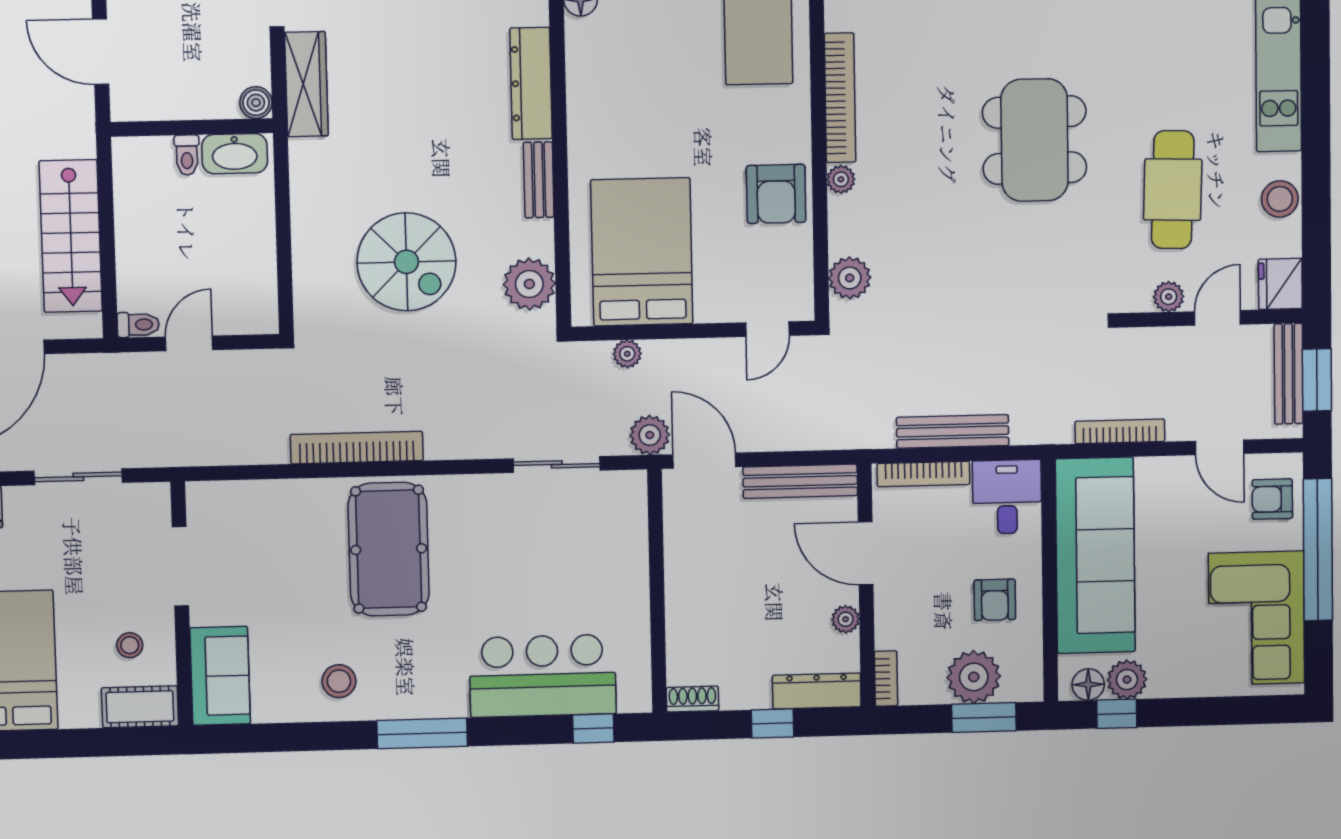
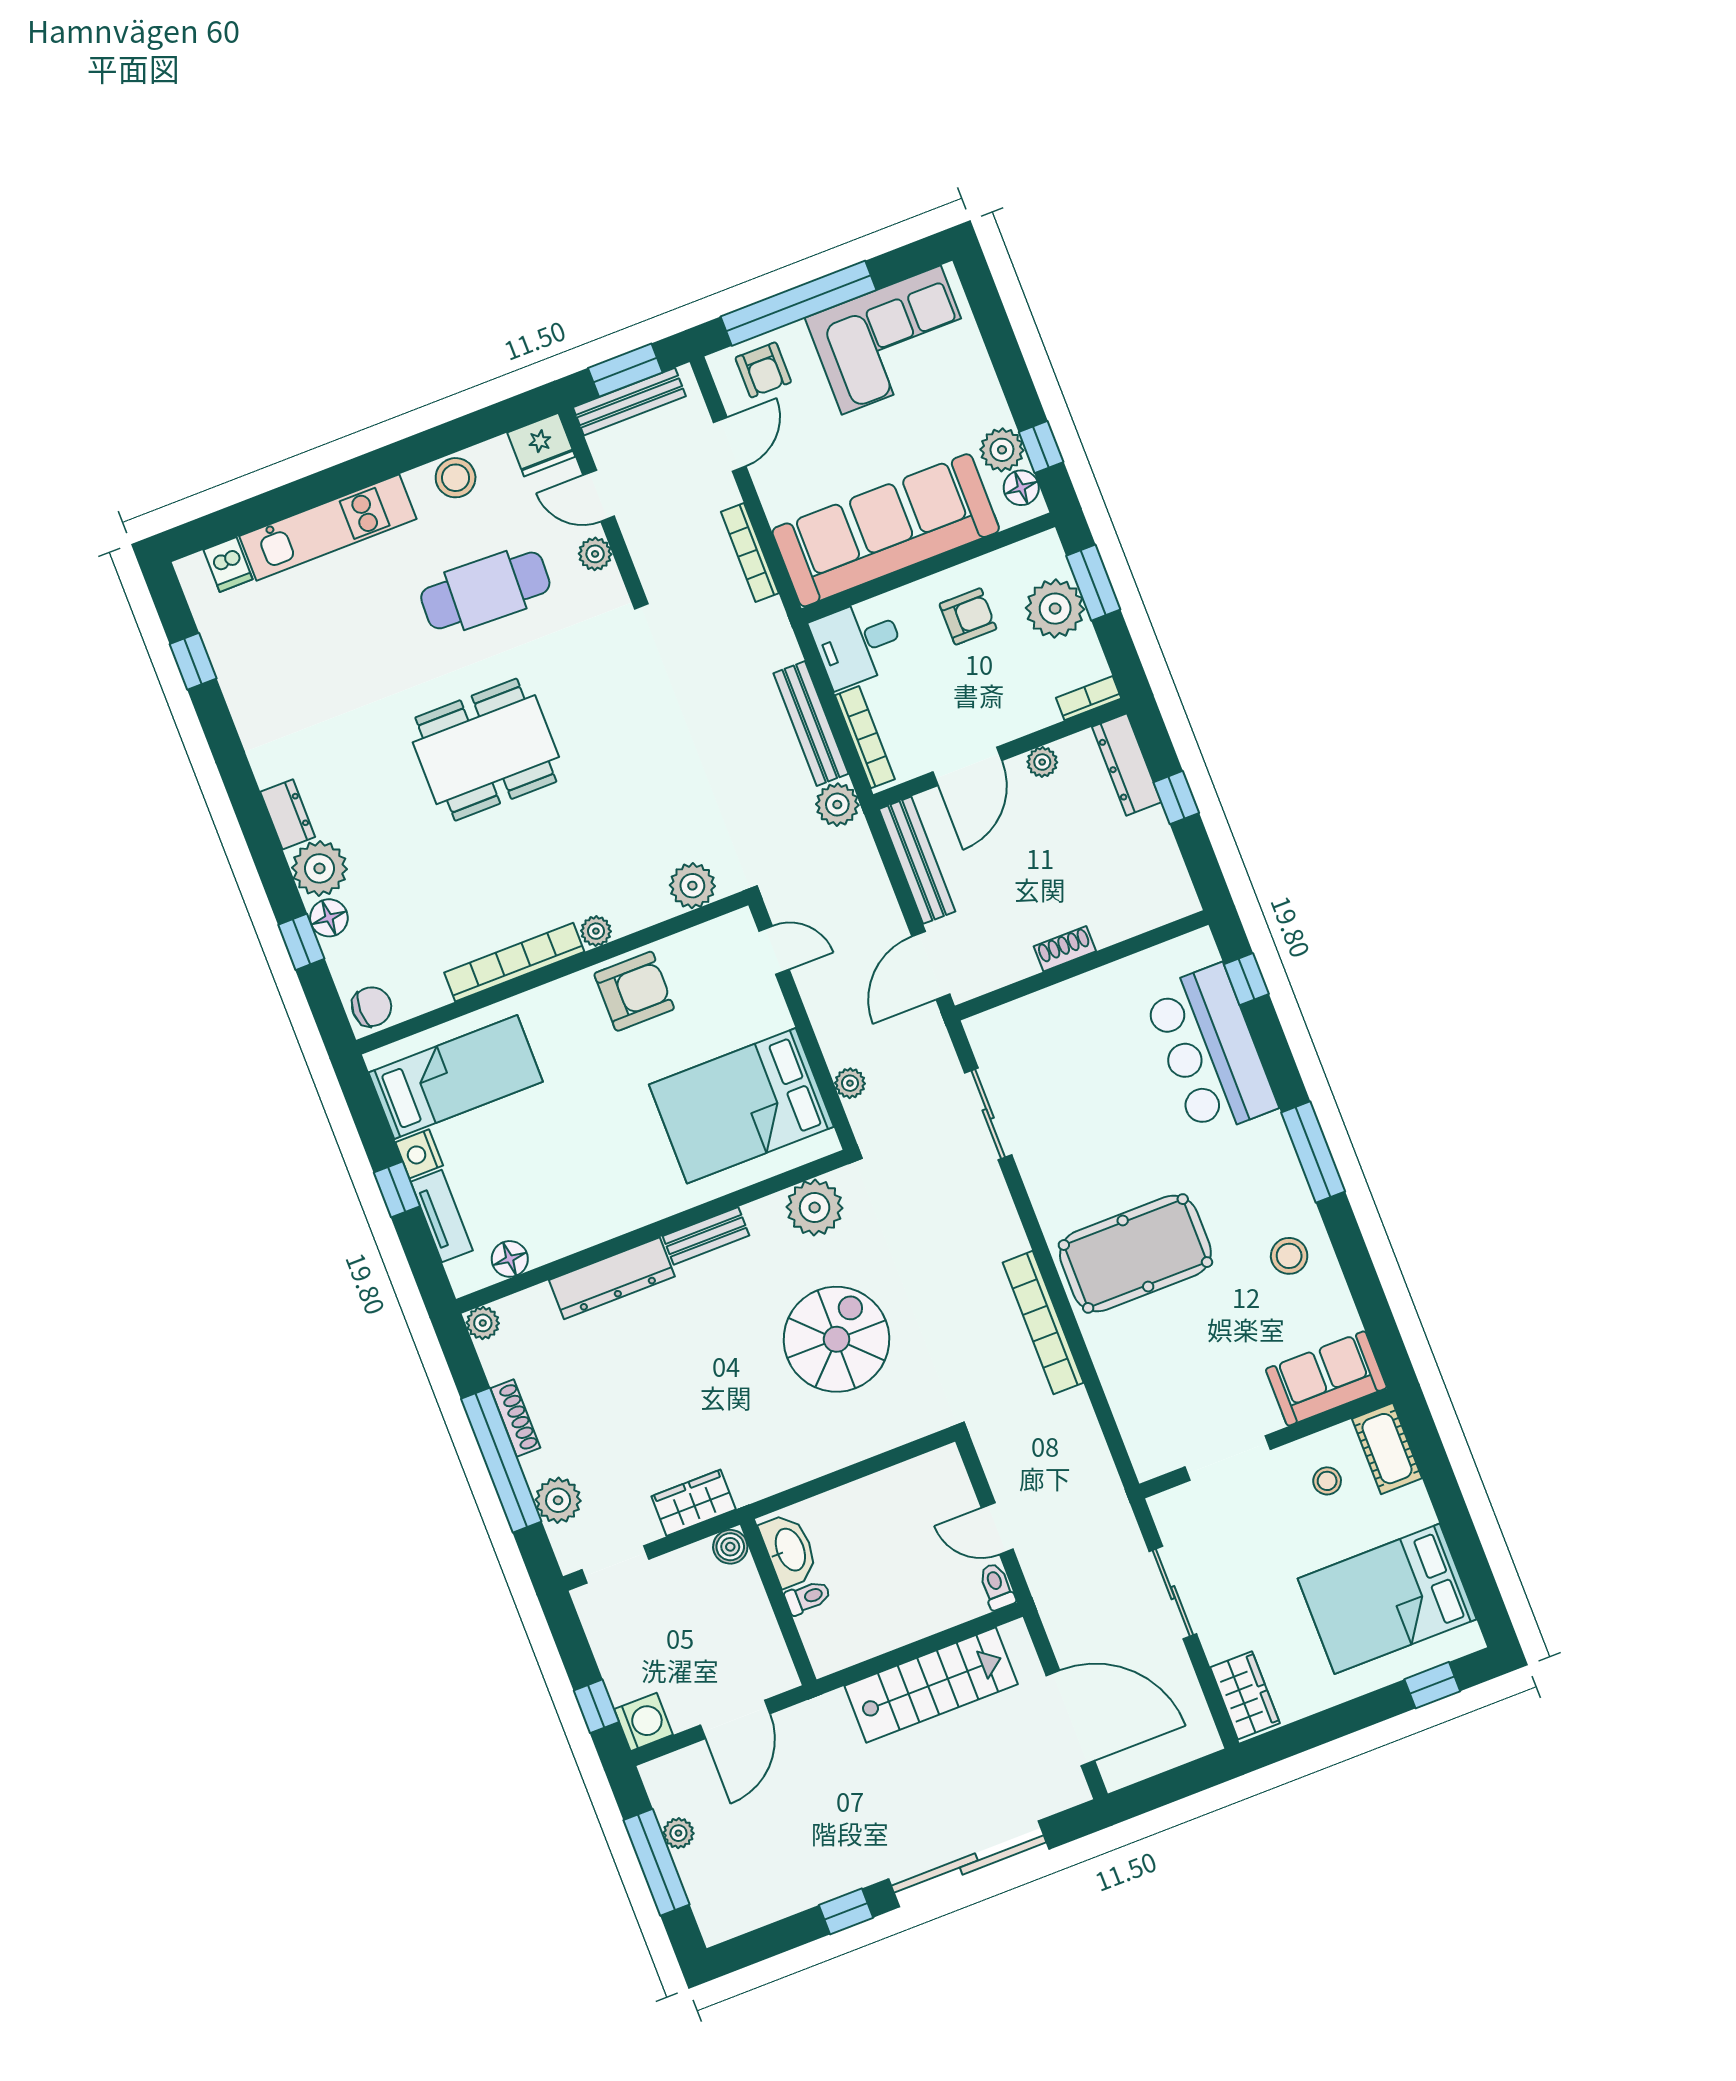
wardrobe: (306, 84) -> (694, 1503), width x0.67
plant: (650, 435) -> (837, 805), moved
shoe rack: (692, 699) -> (1065, 949), moved, turned 90

